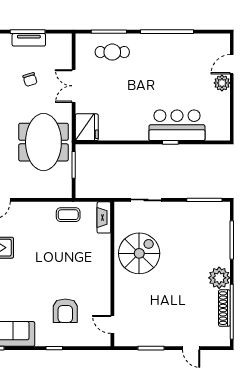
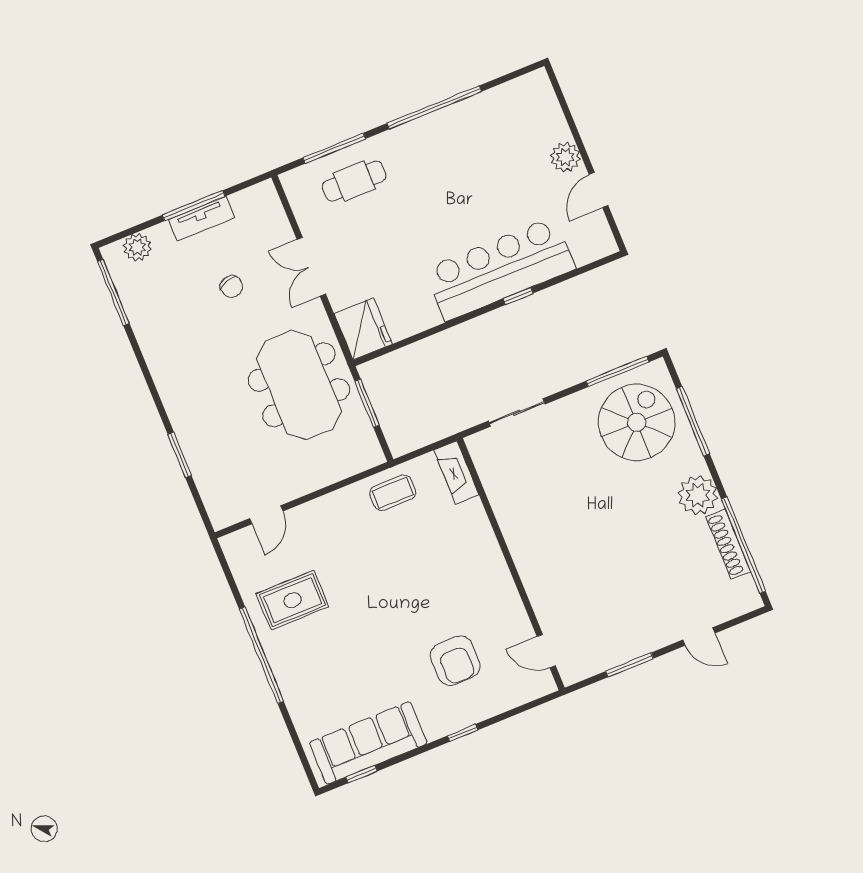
door: (232, 64) -> (598, 190), moved
bar counter: (177, 125) -> (500, 269), width x1.36
spiral stairs: (139, 253) -> (637, 422), moved

